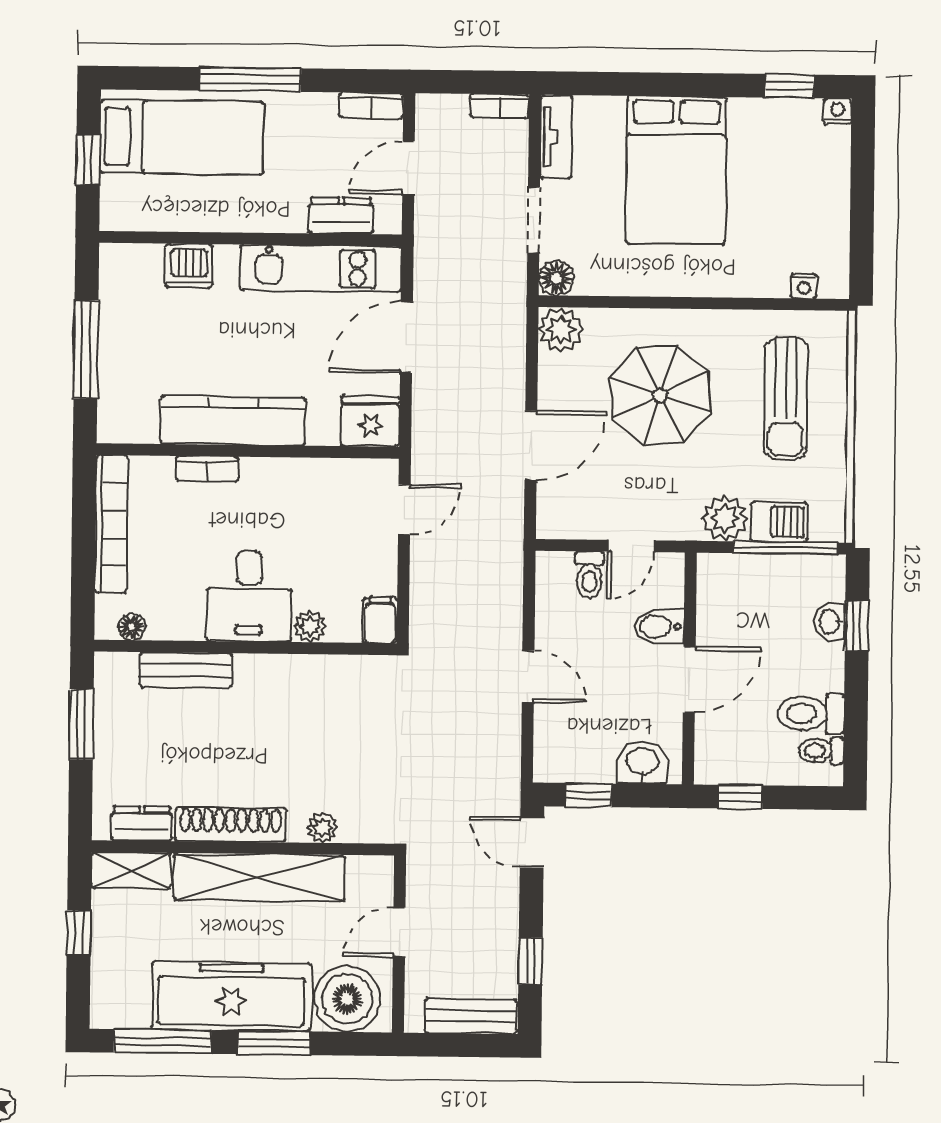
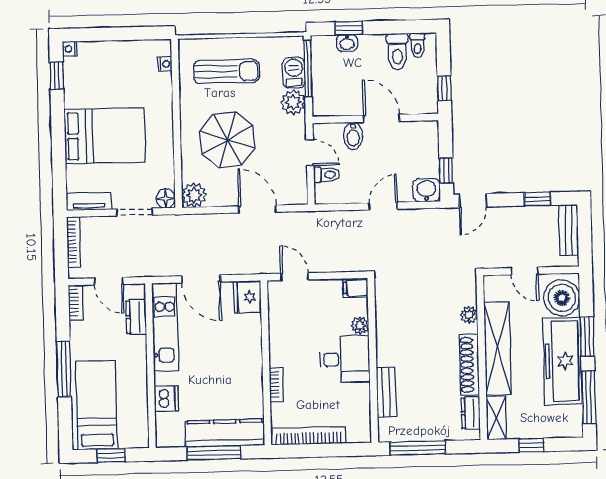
bookcase: (499, 106) -> (74, 242), width x1.56
kitchen counter: (233, 421) -> (225, 433), moved, turned 90
floor lamp: (132, 627) -> (364, 422), removed
window: (81, 724) -> (418, 448), width x1.44
washbasin: (642, 763) -> (426, 190), moved, turned 90

